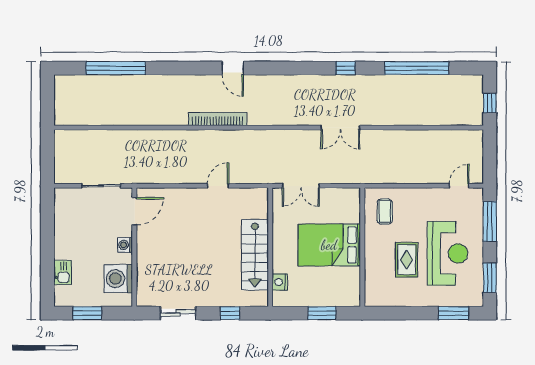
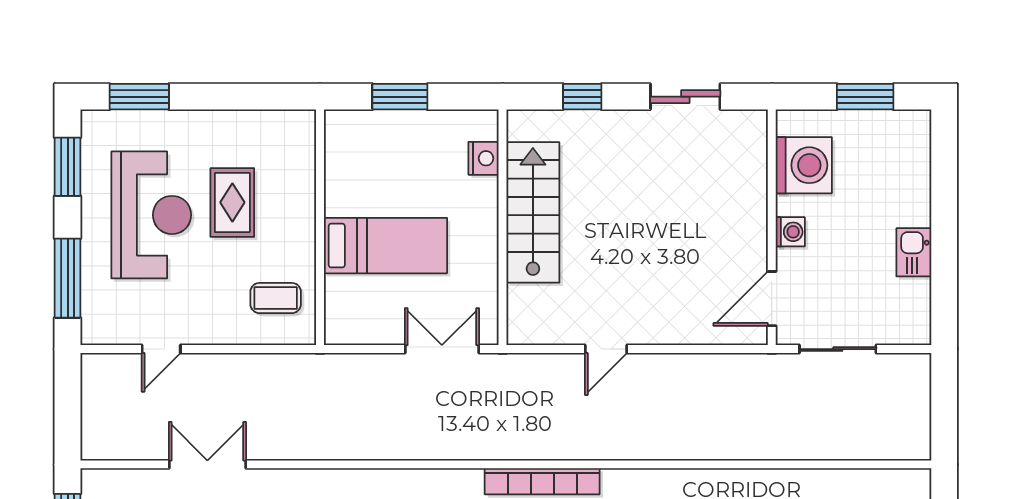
bookcase: (218, 119) -> (542, 481), moved
double door: (340, 128) -> (207, 464), moved
door: (459, 186) -> (161, 349), moved
coffee table: (385, 212) -> (276, 298), turned 90
bed: (329, 245) -> (385, 246), width x0.67
reception desk: (447, 253) -> (151, 215), turned 180
kitchen sink: (63, 273) -> (914, 252), moved

